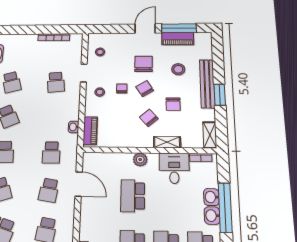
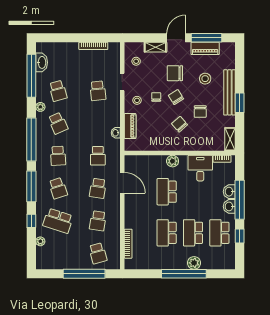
chair: (144, 64) -> (175, 73), turned -90
piano: (90, 131) -> (130, 126), moved
shelving: (167, 142) -> (155, 47), moved

